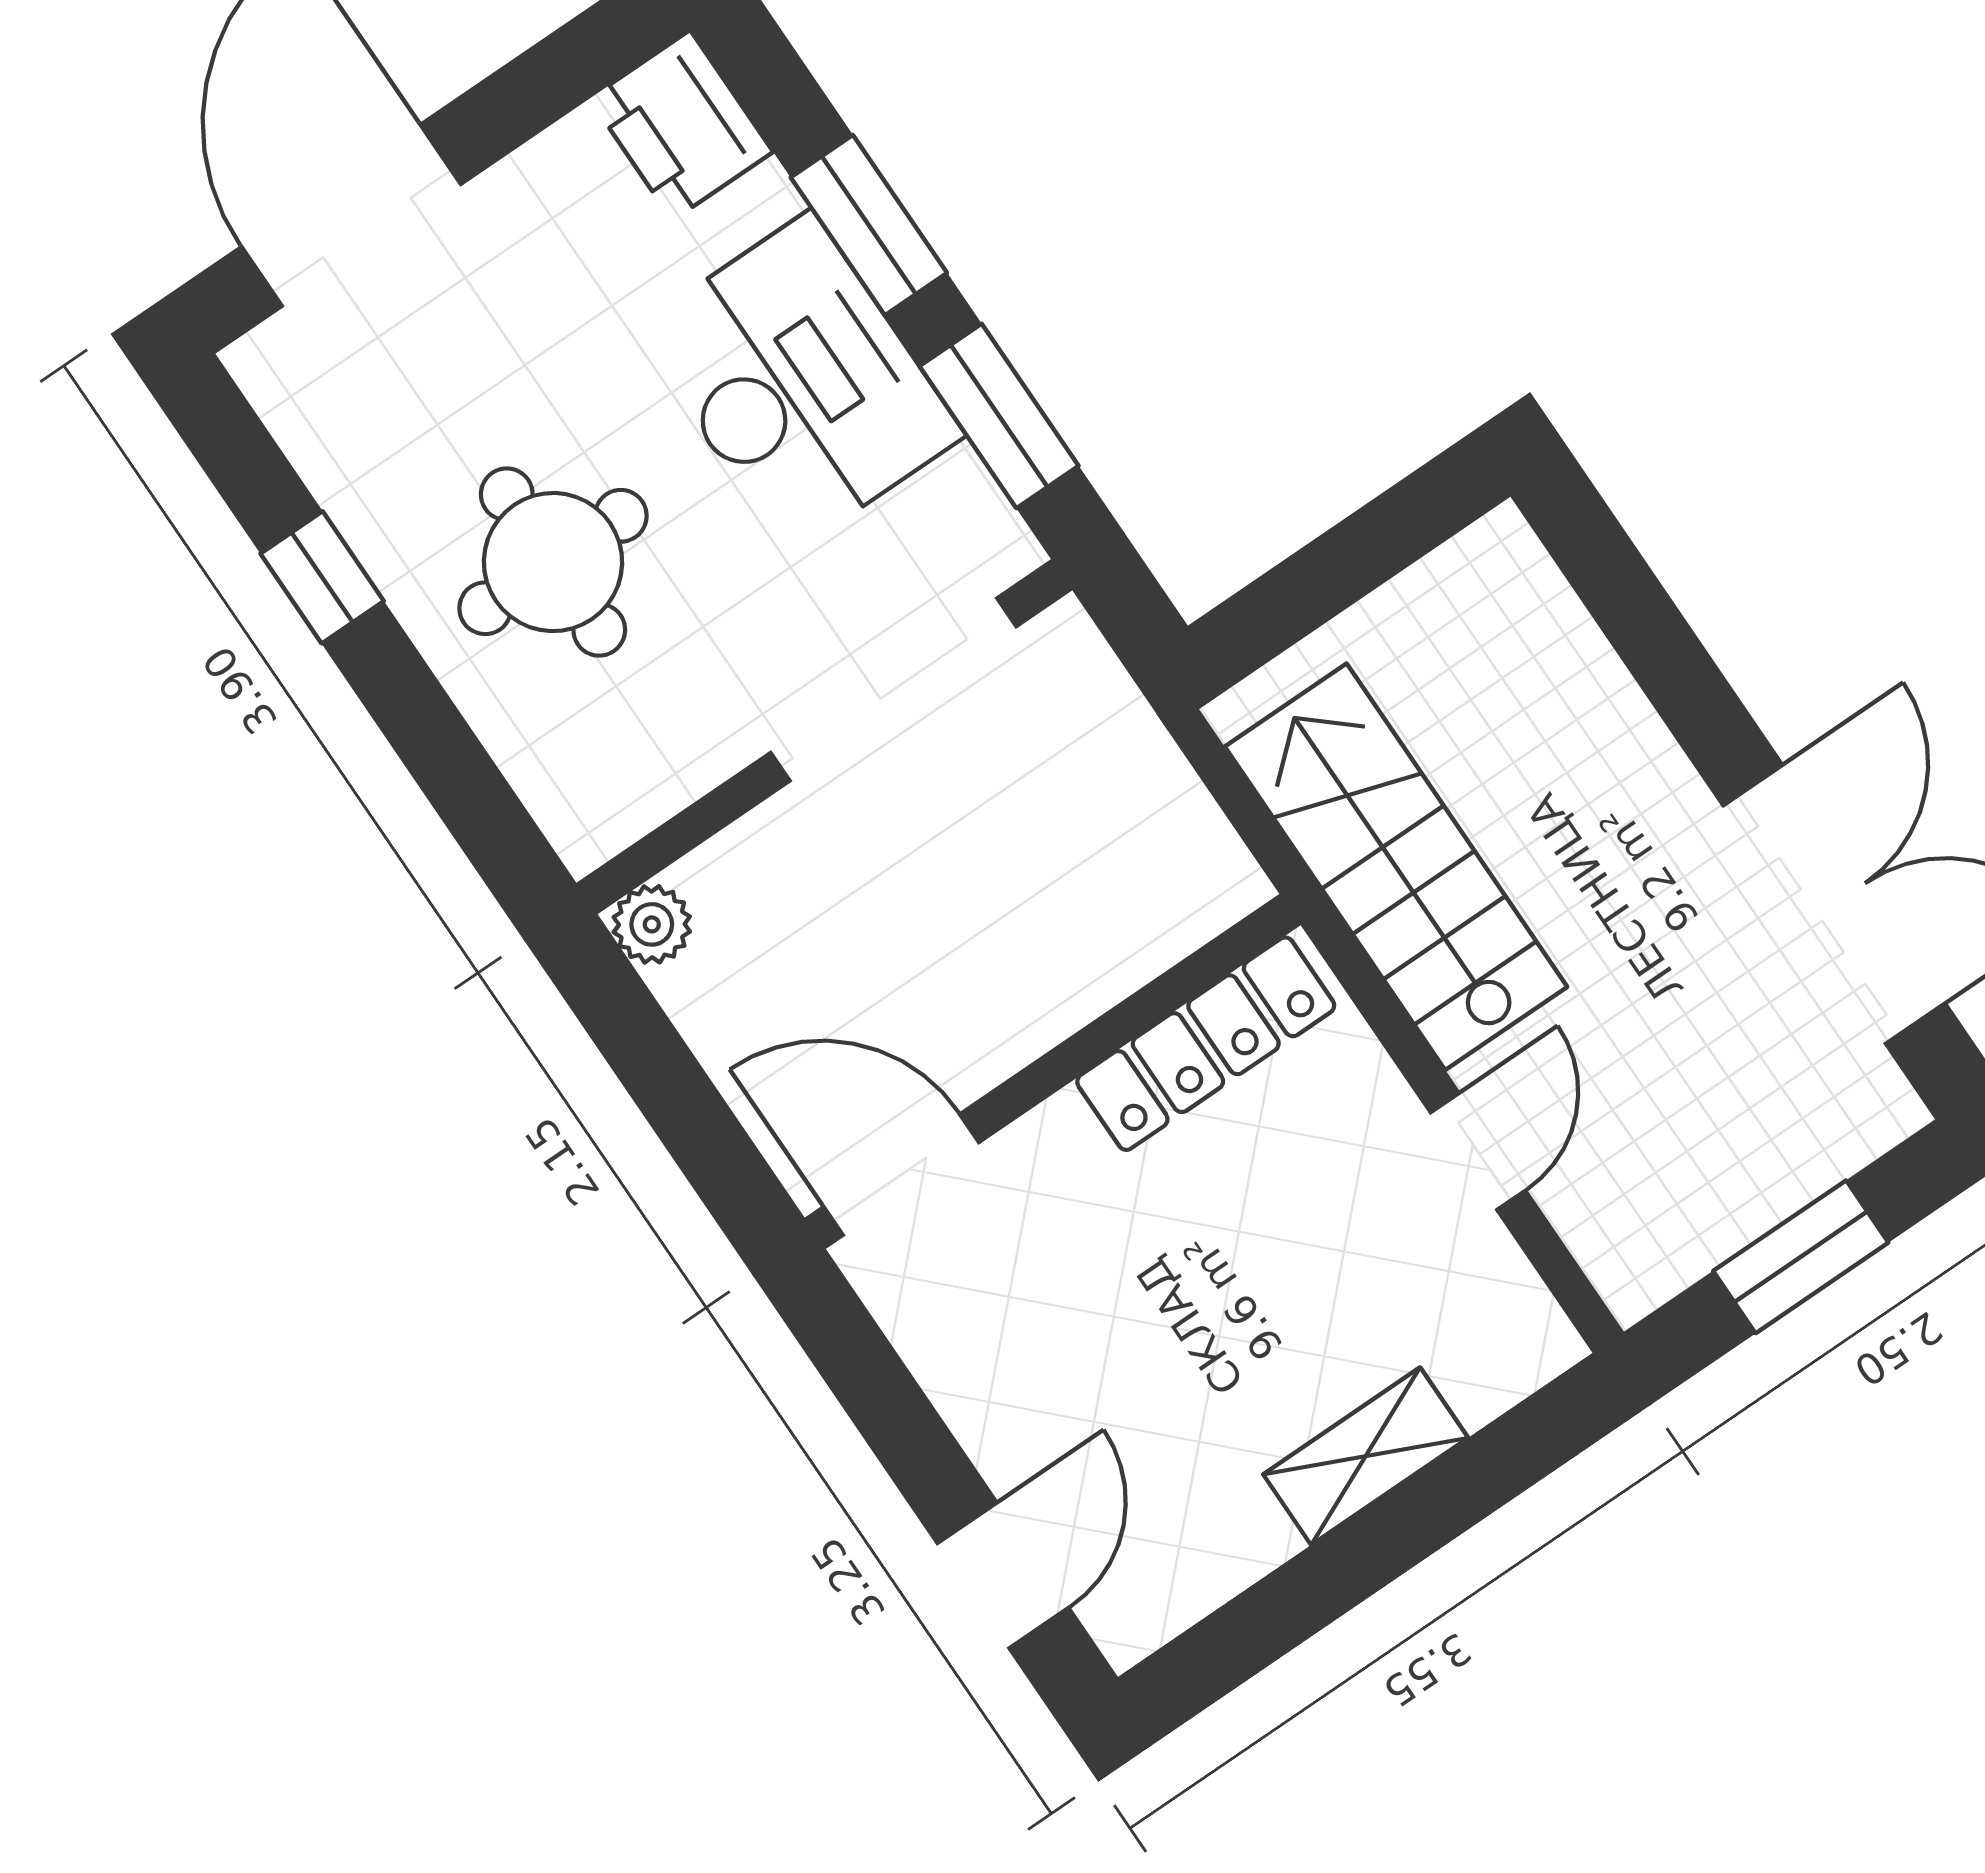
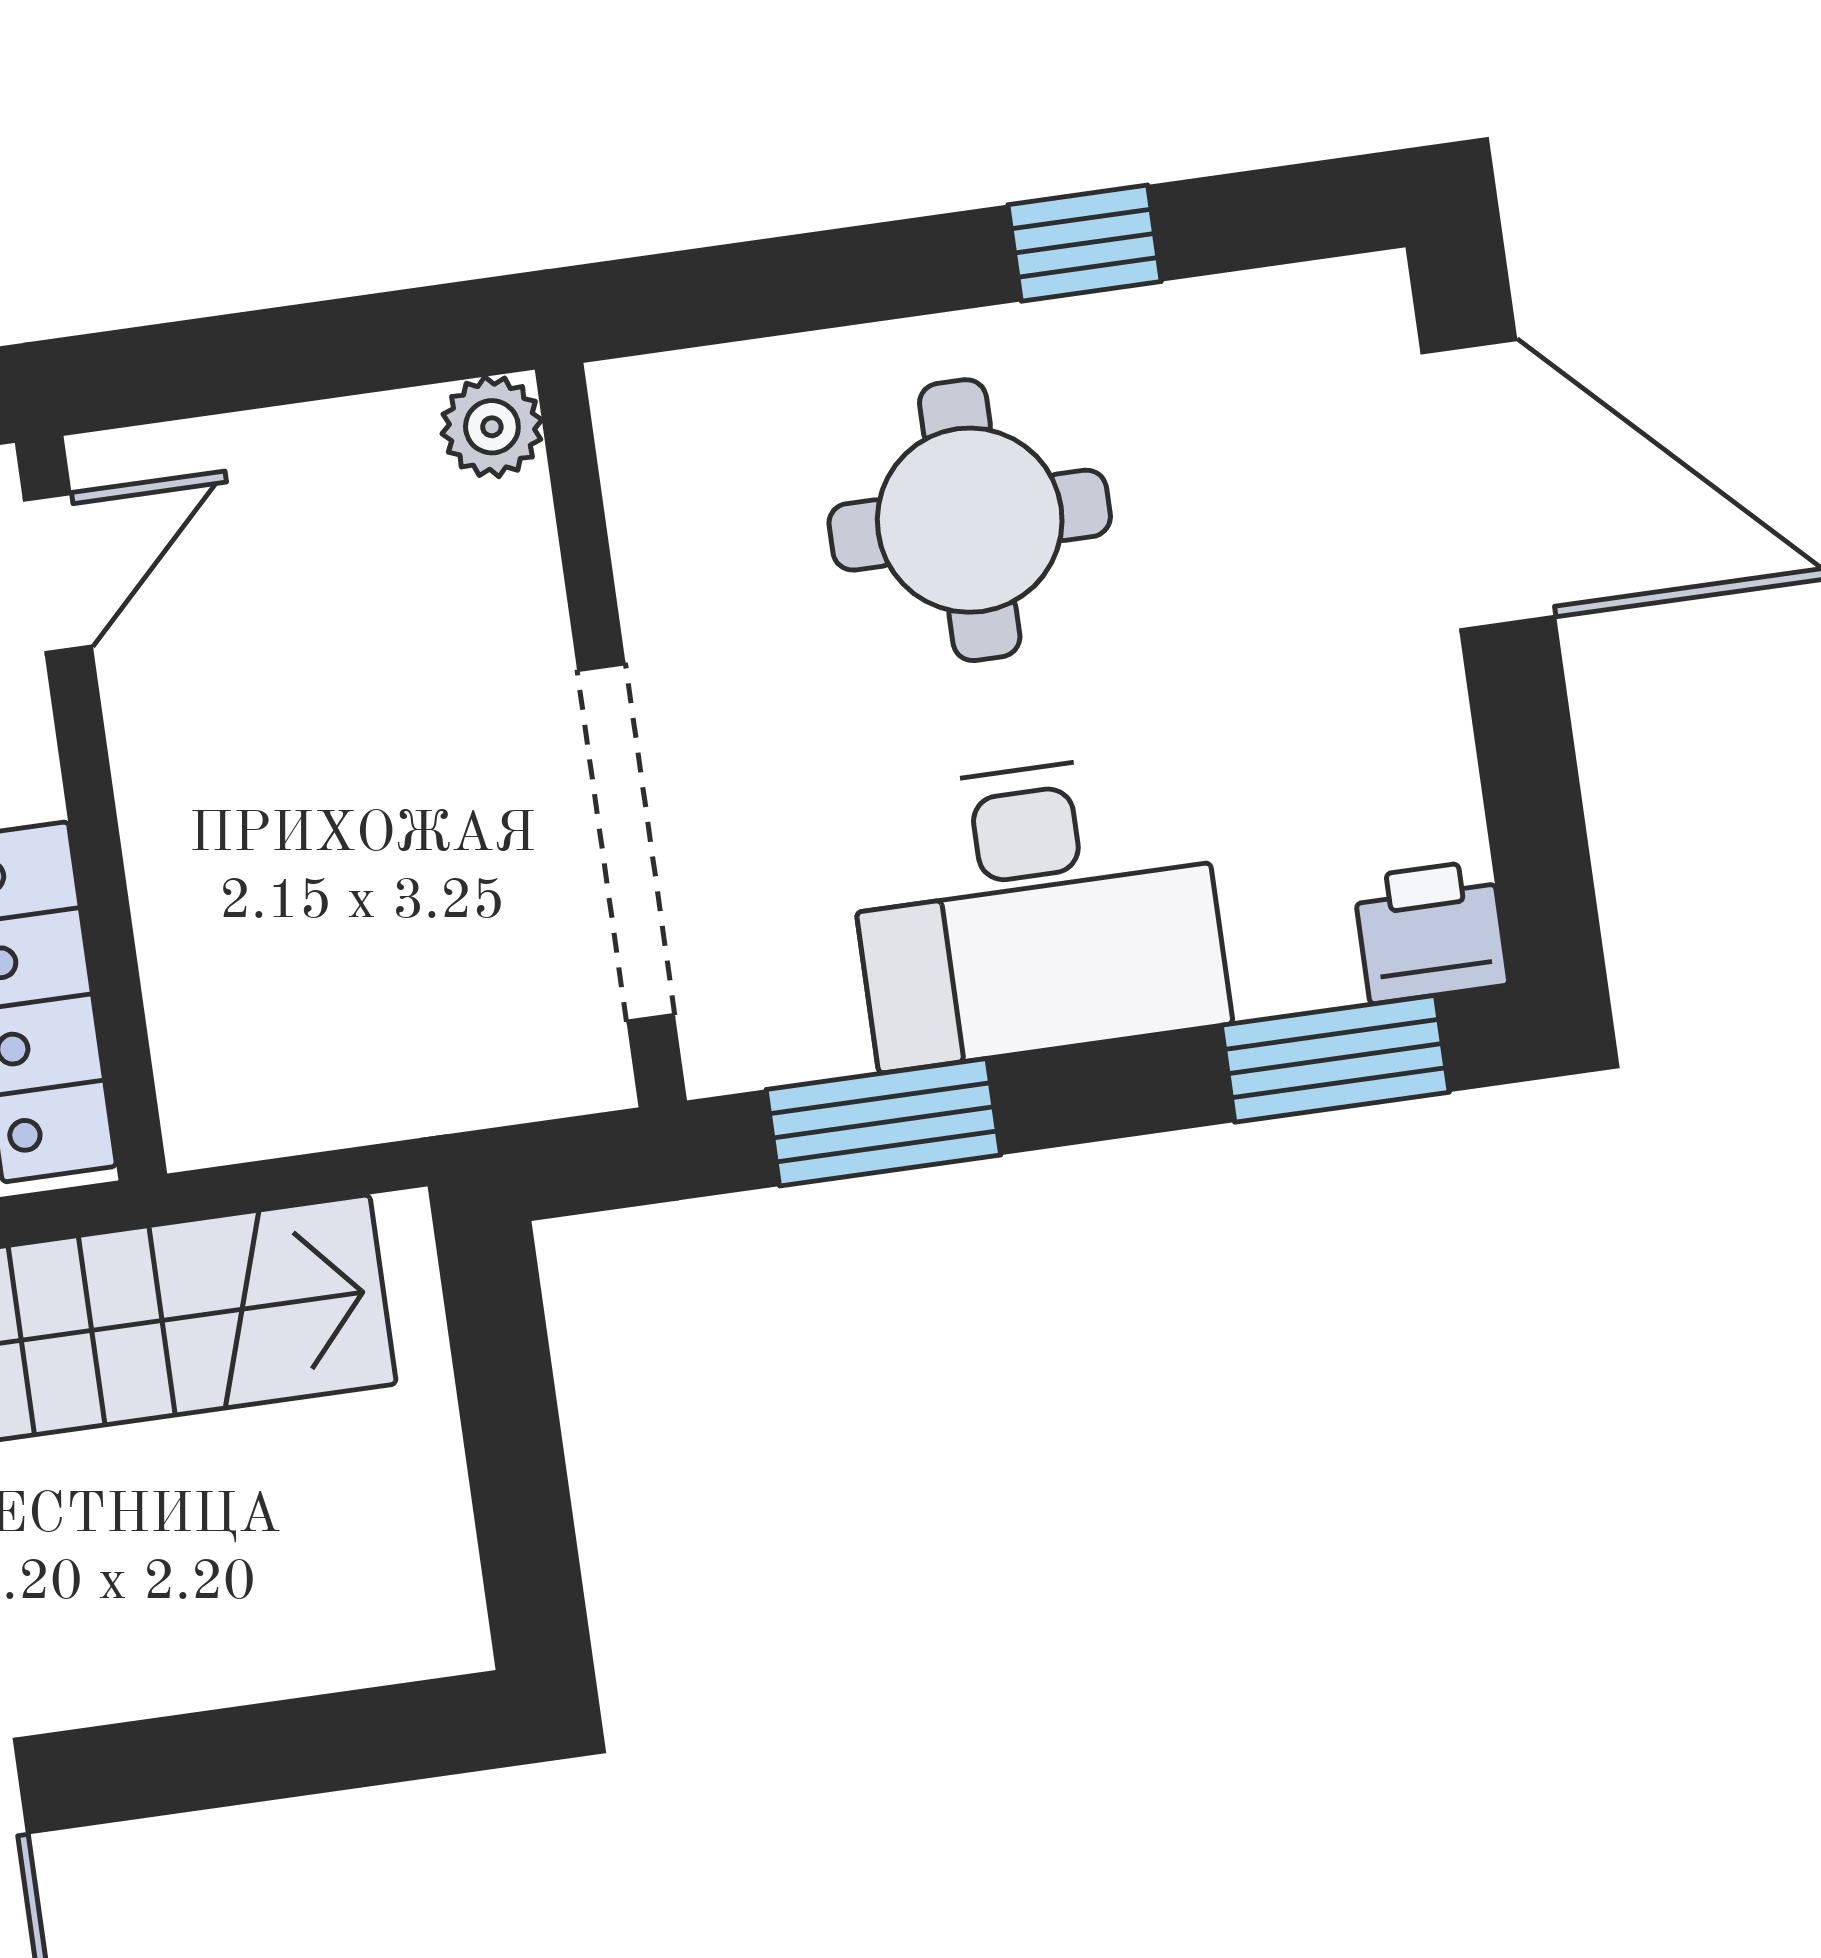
printer: (681, 125) -> (1431, 932), width x0.73, depth x0.81
window: (869, 225) -> (1335, 1059), moved
door: (901, 1175) -> (58, 573), width x0.73

